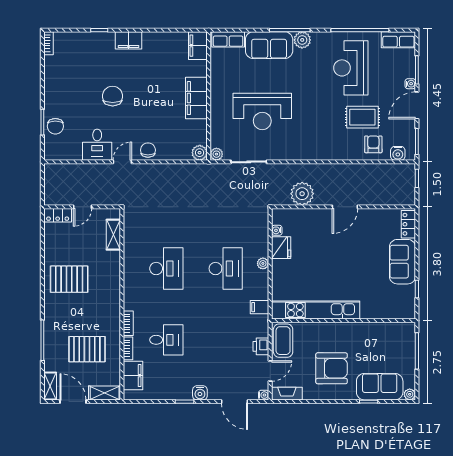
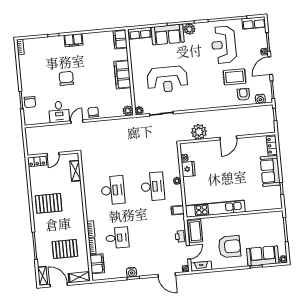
water cooler: (200, 393) -> (132, 272), moved

